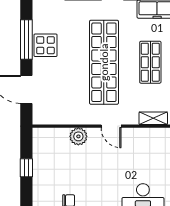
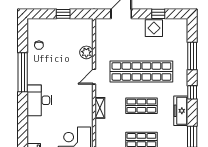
window: (26, 40) -> (158, 14), width x0.46

